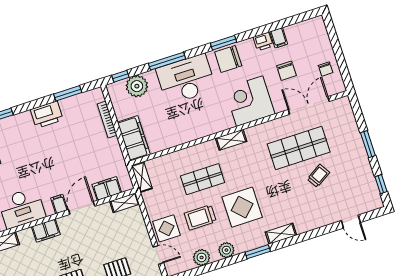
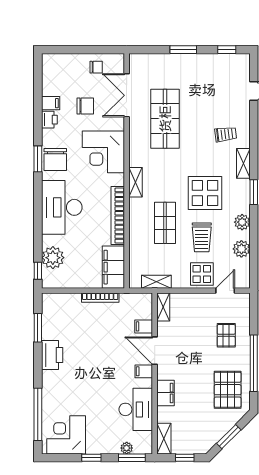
window: (167, 61) -> (38, 220), removed
bookcase: (107, 120) -> (100, 298), moved
bookcase: (195, 133) -> (118, 216), added
filing cabinet: (134, 138) -> (113, 267), moved, turned -90
trolley: (318, 176) -> (226, 134), moved, turned 115
shelving: (142, 177) -> (156, 282), moved
filing cabinet: (107, 189) -> (144, 326), width x0.50

